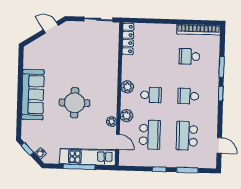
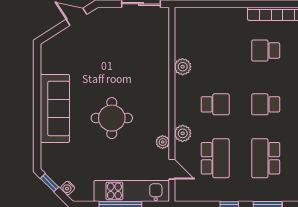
locker: (128, 39) -> (182, 29), removed
plant: (127, 87) -> (183, 67), moved

